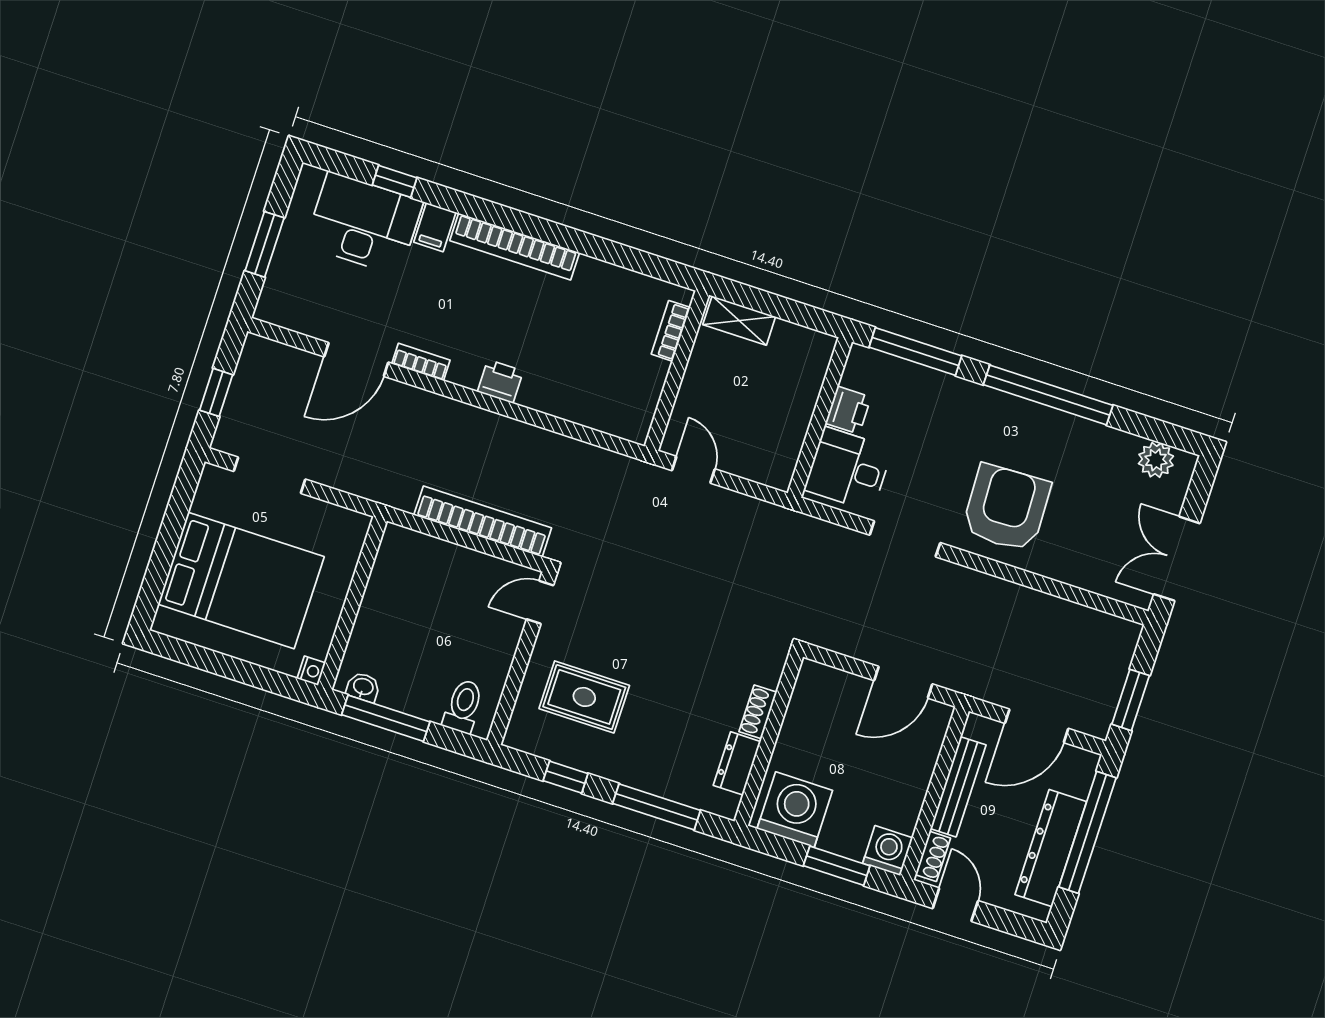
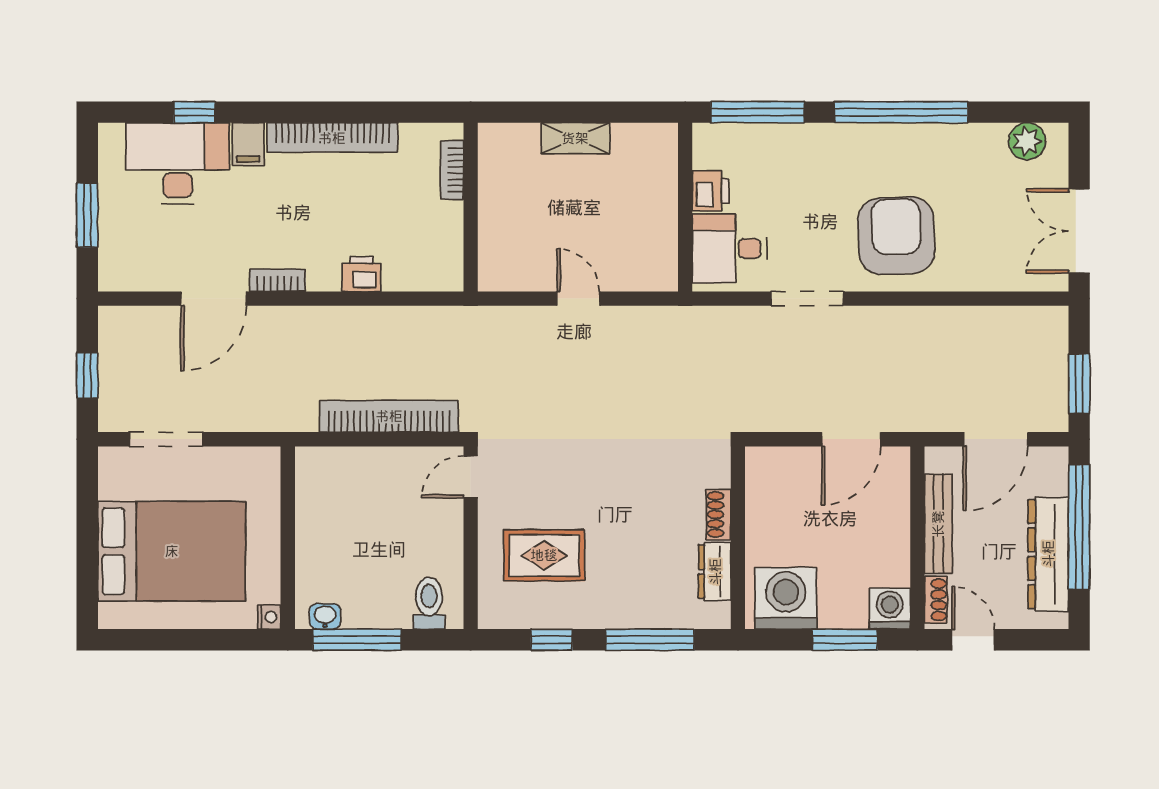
bookcase: (671, 331) -> (452, 170), moved
wall: (677, 371) -> (471, 207), moved

